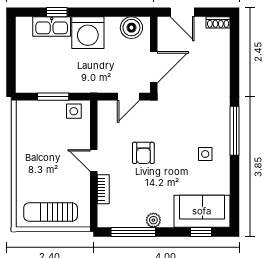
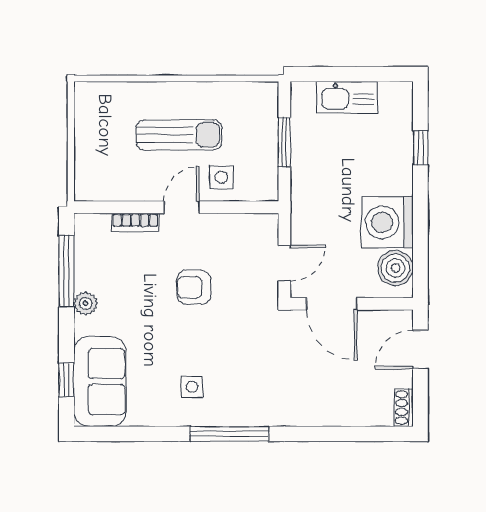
kitchen sink: (52, 27) -> (347, 97), moved, turned -90
washing machine: (88, 33) -> (387, 222), moved
door: (128, 97) -> (284, 263), swing flipped
side table: (74, 111) -> (221, 177), moved
sun lounger: (51, 212) -> (179, 135), moved, turned 90

